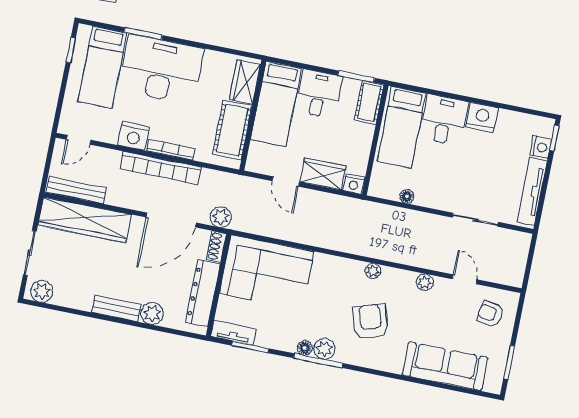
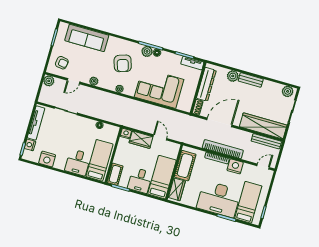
nightstand: (482, 117) -> (47, 159), moved
plant: (221, 217) -> (49, 81), moved
corner sofa: (267, 273) -> (159, 88), moved
door: (465, 279) -> (74, 81), hinge flipped

